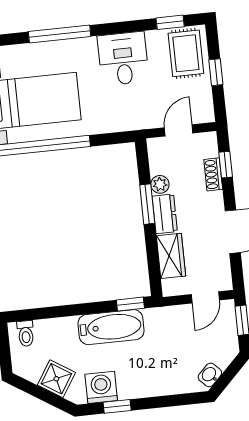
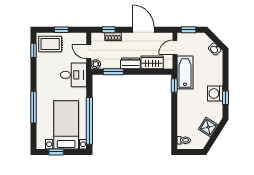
desk: (123, 59) -> (73, 75), moved, turned 180
plant: (160, 184) -> (96, 64), moved
window: (147, 204) -> (113, 72), moved
door: (205, 297) -> (175, 47), swing flipped
bathtub: (111, 327) -> (185, 72), moved
washing machine: (101, 387) -> (215, 93), moved

